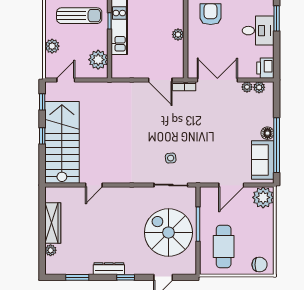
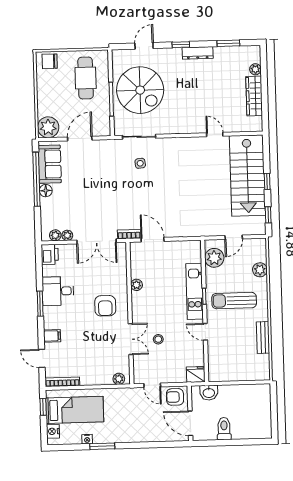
door: (66, 80) -> (234, 237), moved
door: (94, 185) -> (215, 135), hinge flipped

